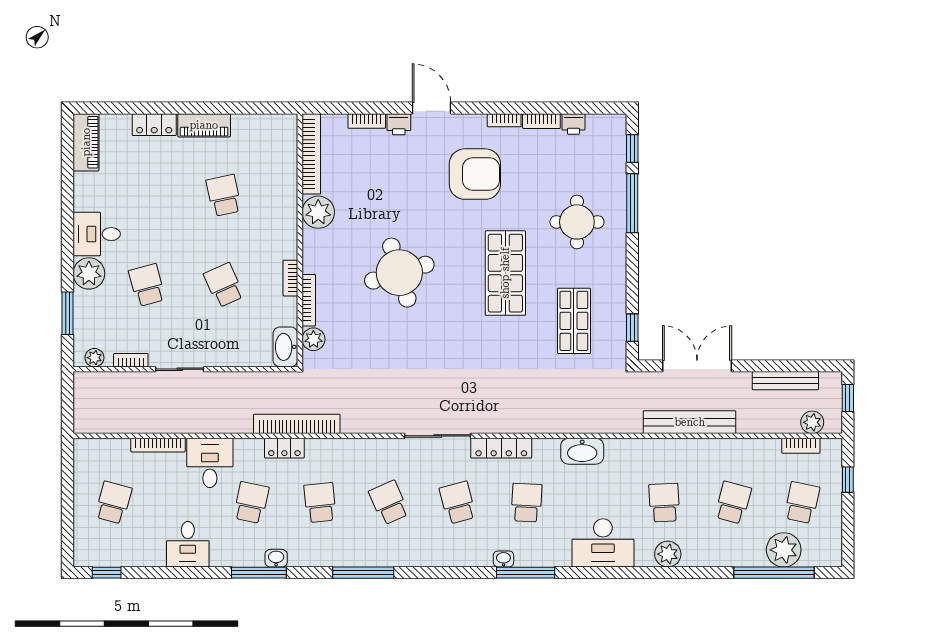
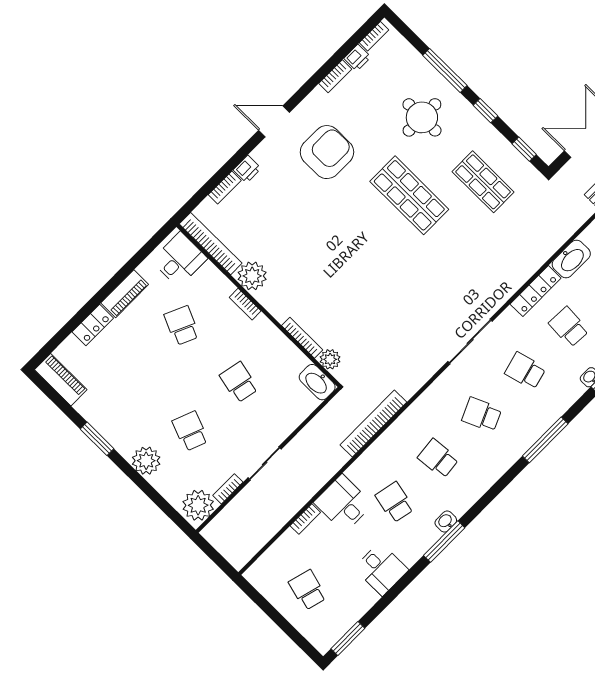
door: (432, 108) -> (274, 121), moved
bookcase: (504, 120) -> (374, 36), moved
window: (632, 149) -> (485, 111), moved
school desk: (224, 195) -> (182, 326), turned 36
desk: (97, 234) -> (179, 260), moved, turned 180
round table: (399, 273) -> (342, 263), removed
bookcase: (290, 278) -> (245, 304), moved
school desk: (147, 285) -> (190, 431), turned 36
school desk: (224, 285) -> (239, 382), turned 36
window: (68, 313) -> (97, 439), moved
plant: (94, 358) -> (198, 505), width x1.88, depth x1.88
bookcase: (158, 445) -> (305, 519), width x0.64
locker: (284, 448) -> (381, 447), removed
locker: (501, 448) -> (536, 291), moved
window: (107, 573) -> (348, 639), width x1.50
window: (363, 573) -> (545, 440), moved

